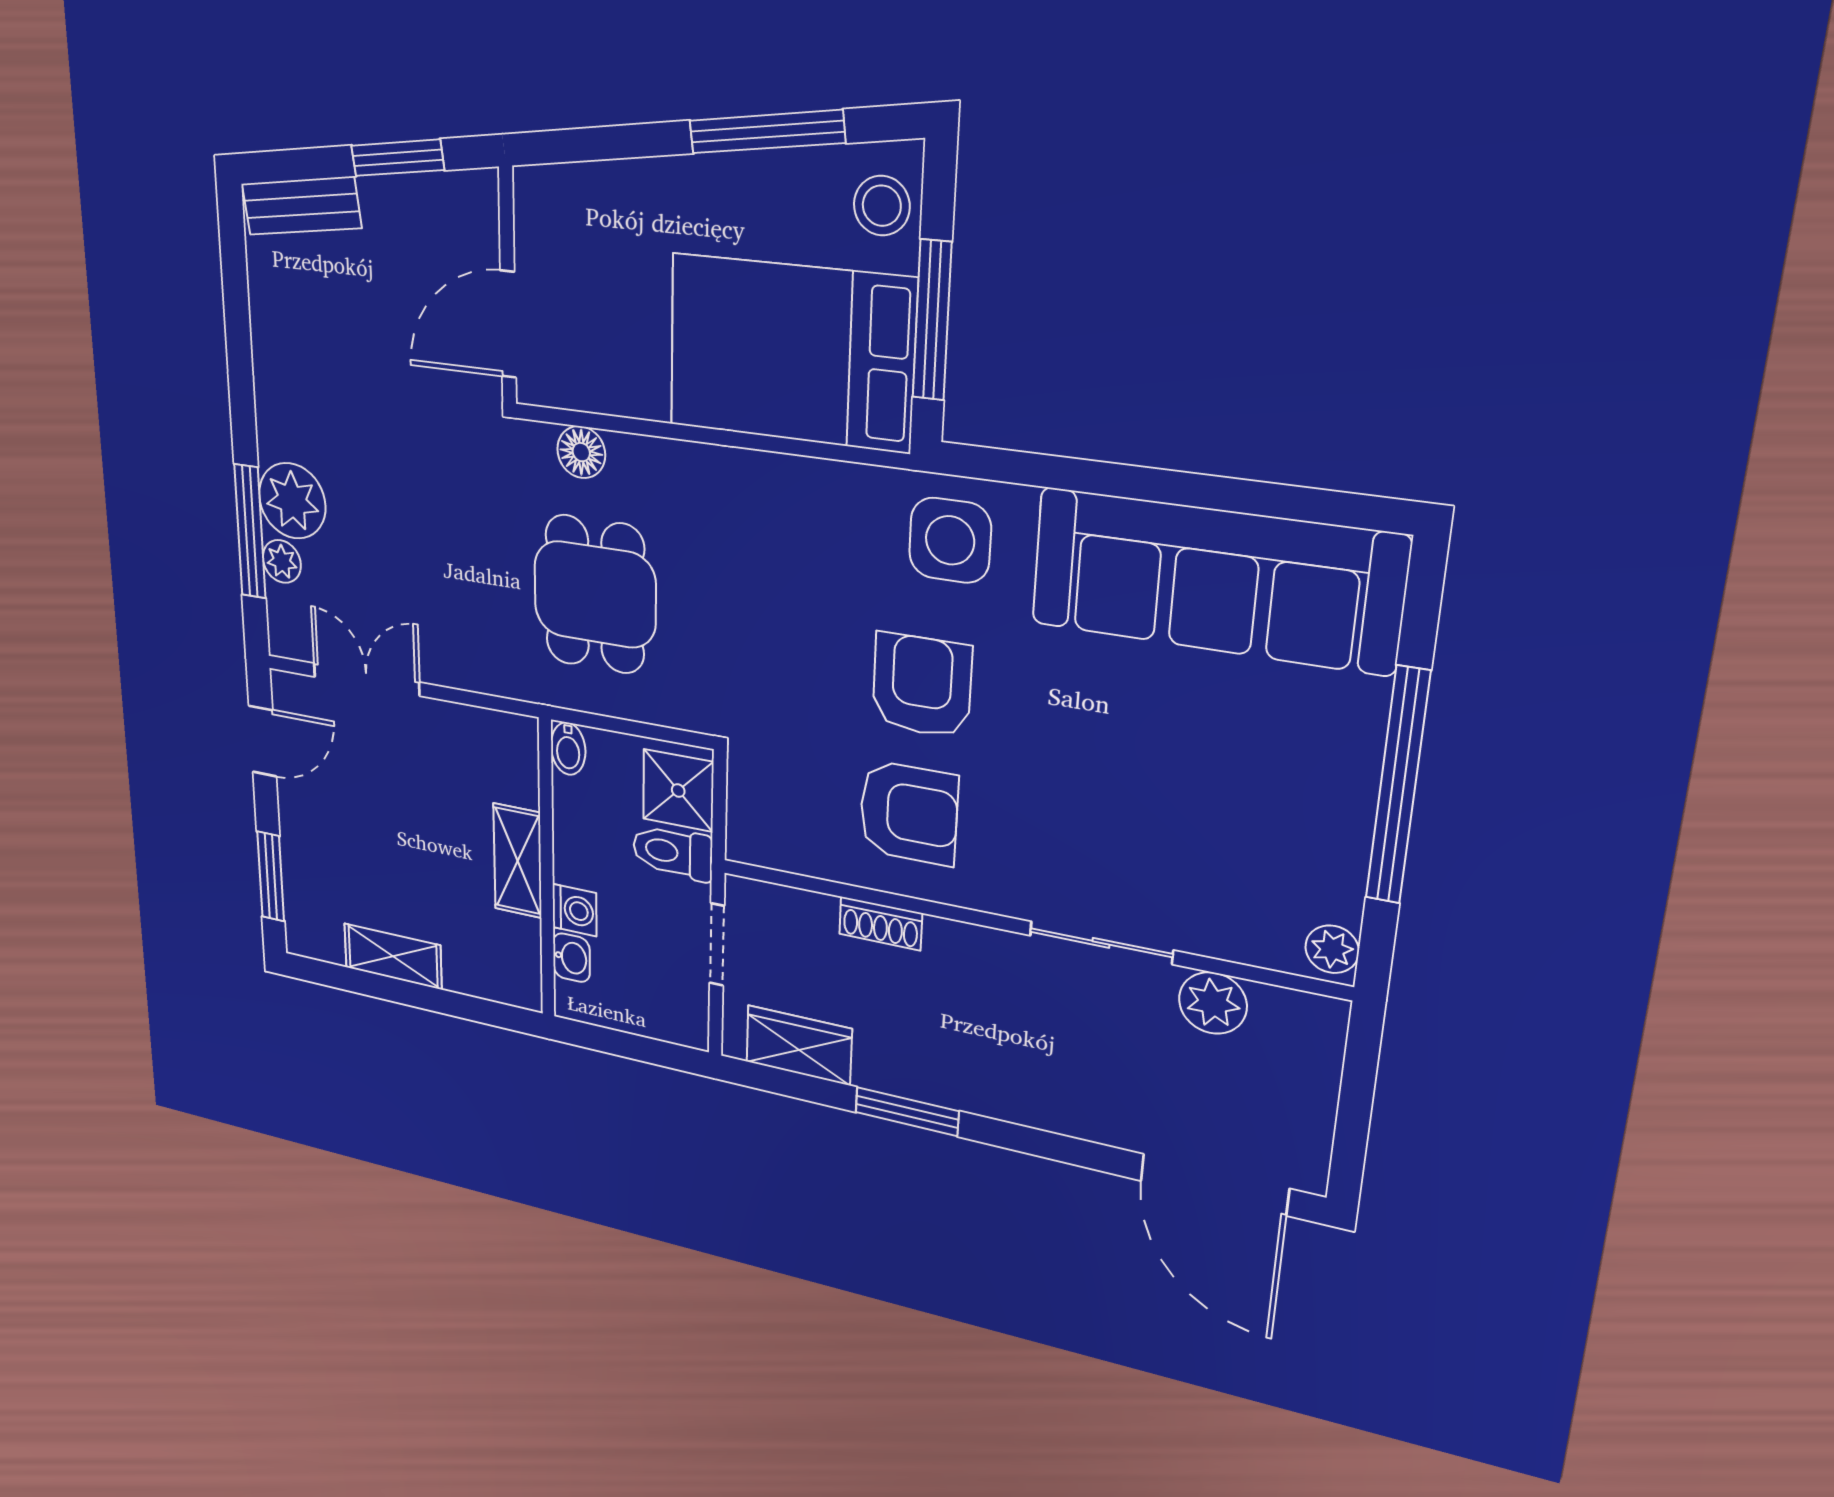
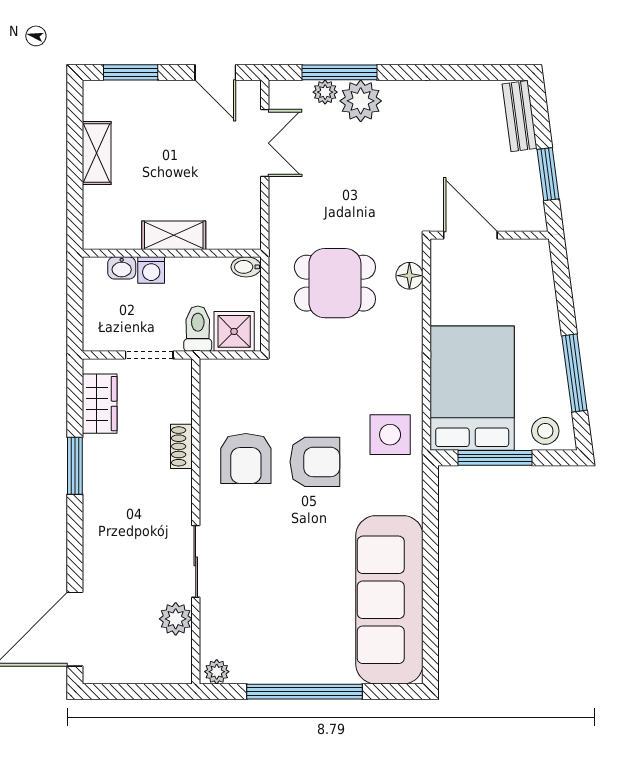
side table: (950, 540) -> (390, 435), moved

